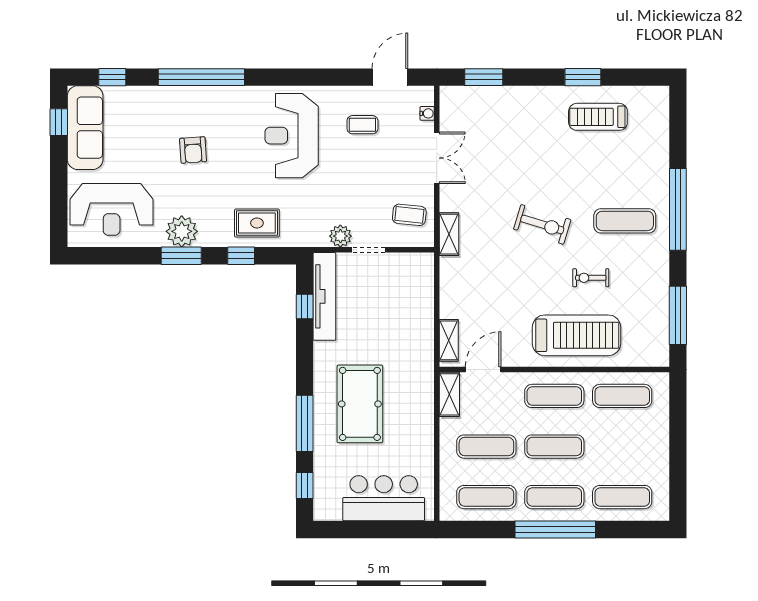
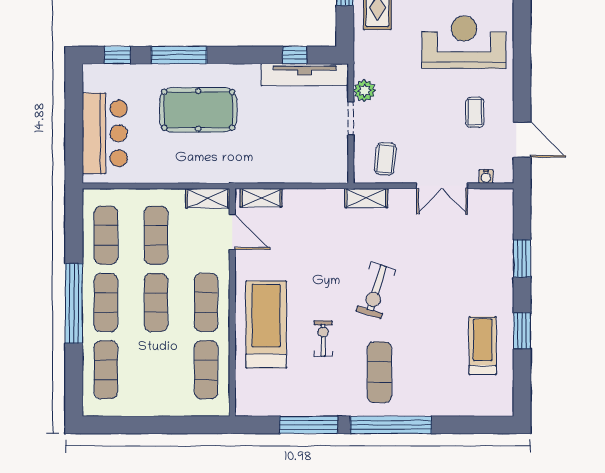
window: (484, 77) -> (522, 258), moved
window: (678, 315) -> (309, 425), moved
treadmill: (576, 335) -> (266, 324), turned 180

